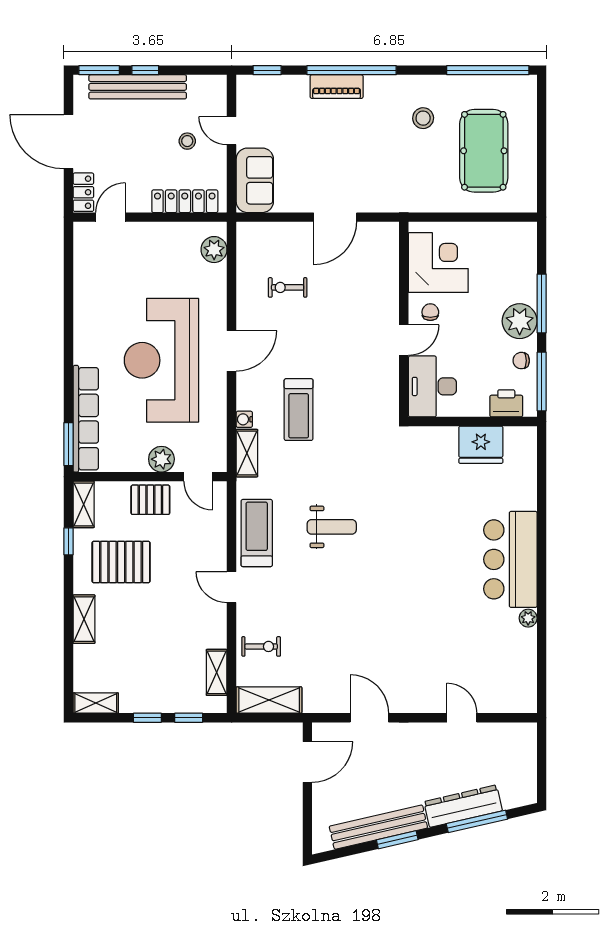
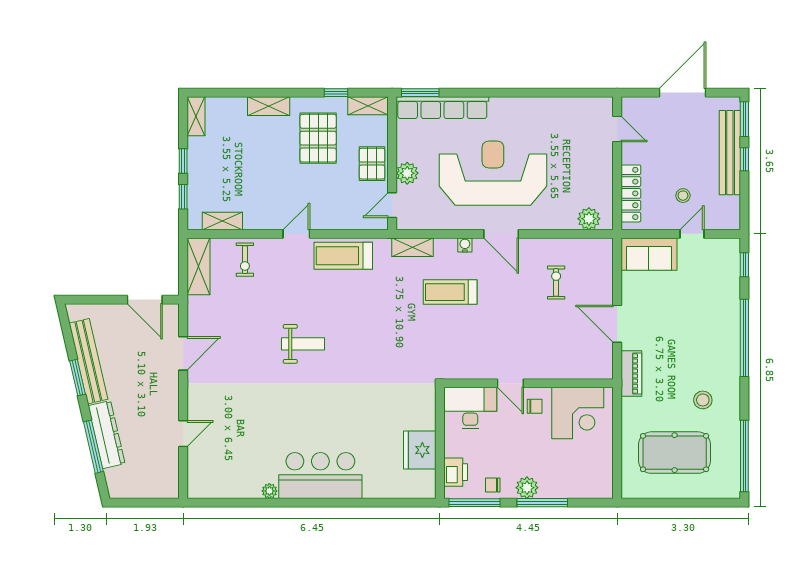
piano: (337, 87) -> (631, 374), moved, turned 180
locker: (83, 192) -> (639, 106), removed
plant: (520, 321) -> (527, 488), width x0.73, depth x0.73
chair: (521, 361) -> (493, 485), turned -90
water cooler: (244, 419) -> (465, 245), moved
weight bench: (332, 527) -> (303, 344), moved, turned -90
treadmill: (257, 533) -> (343, 256), turned 180

